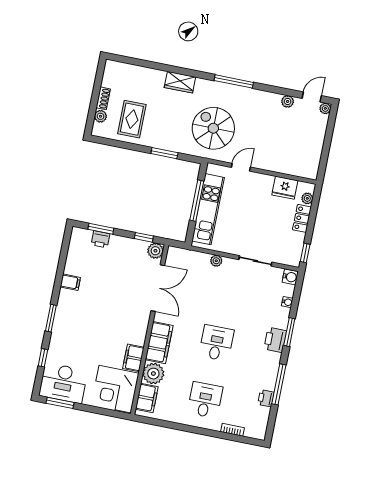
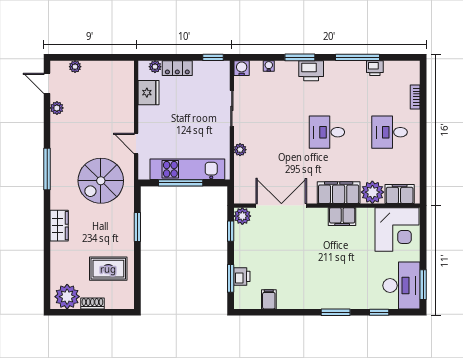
plant: (325, 108) -> (75, 67), moved
plant: (100, 116) -> (67, 297), moved, width x1.87, depth x1.87
filing cabinet: (70, 282) -> (269, 299), moved
filing cabinet: (133, 358) -> (342, 217), moved

